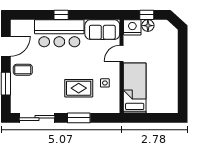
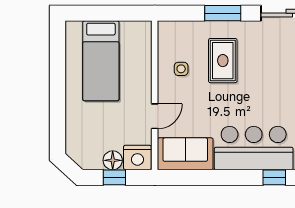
window: (61, 15) -> (274, 177), moved
rug: (79, 88) -> (223, 61), turned 90
bed: (135, 88) -> (101, 61), moved

